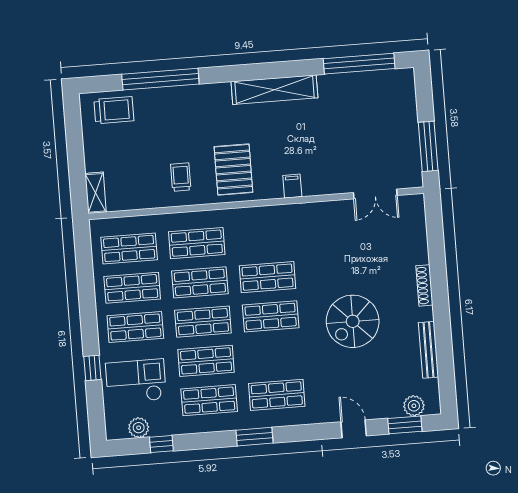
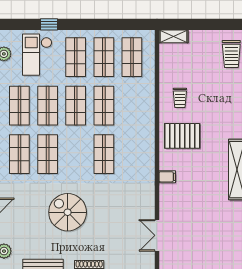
trolley: (181, 177) -> (180, 98), turned 90
shop shelf: (197, 243) -> (132, 106), removed
shop shelf: (271, 316) -> (48, 154), moved
checkout: (136, 381) -> (37, 55), turned 180

